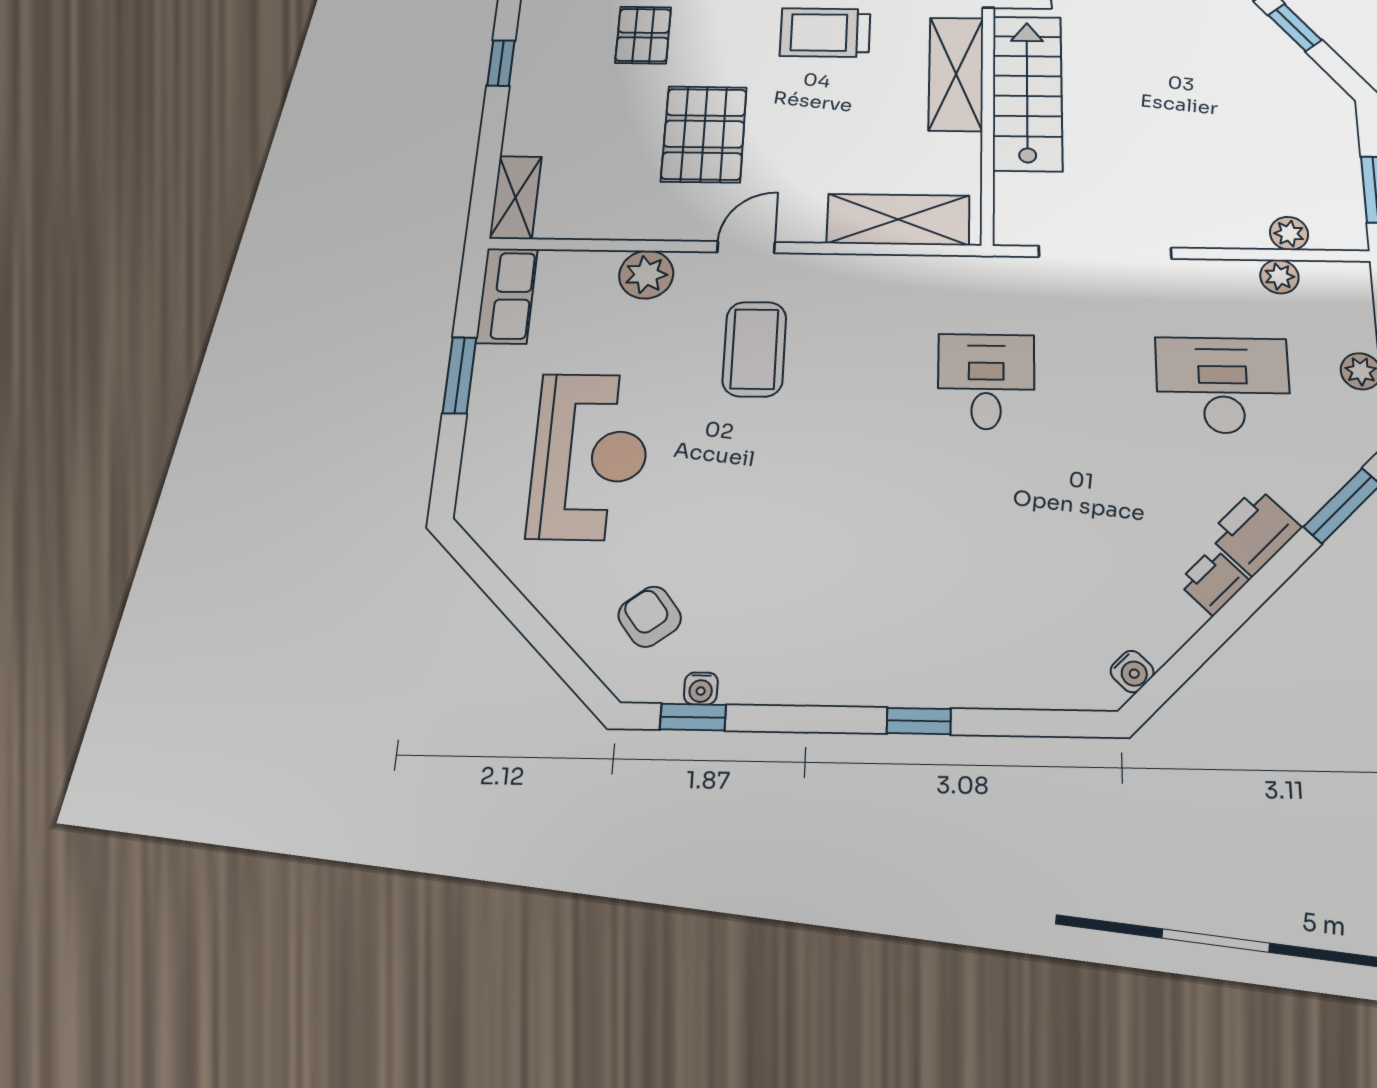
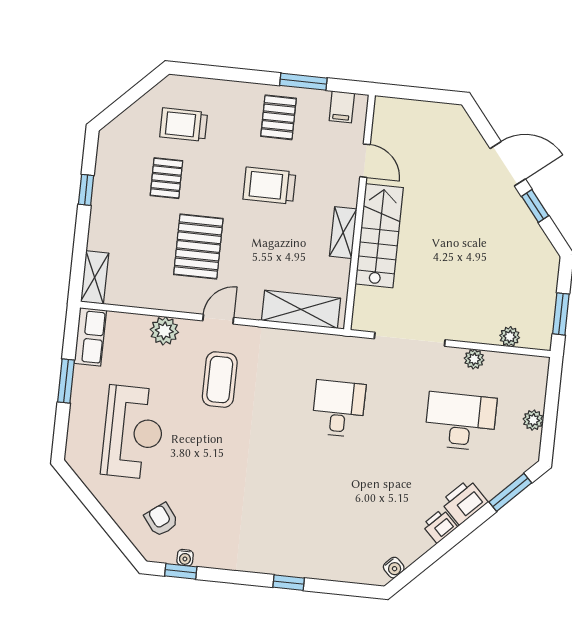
shelving: (956, 74) -> (343, 233), width x0.67, depth x0.75
plant: (1279, 277) -> (474, 359), moved

